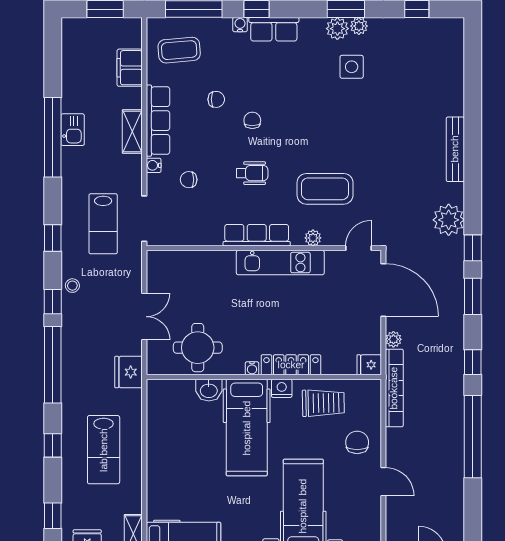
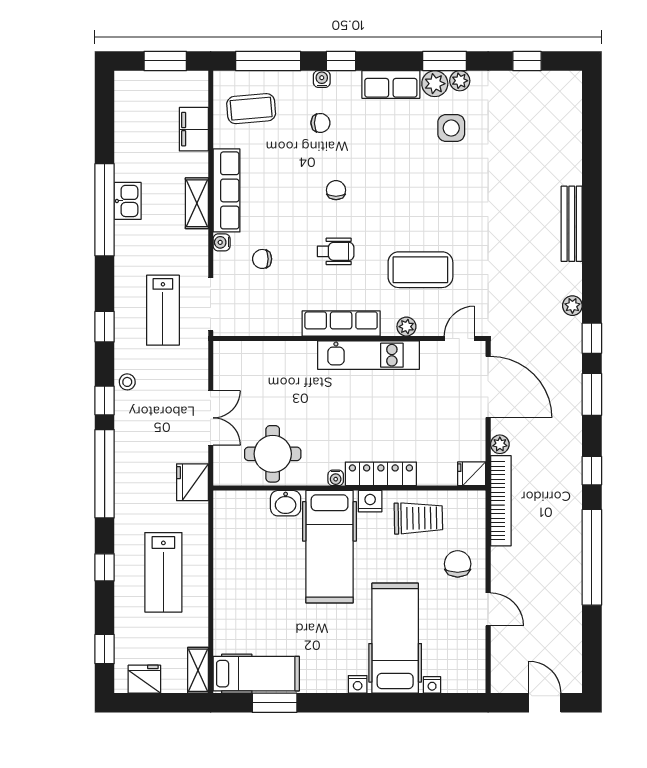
row of seats: (274, 29) -> (391, 84), moved
chair: (216, 99) -> (320, 123), moved
plant: (449, 220) -> (572, 306), width x0.53, depth x0.53

